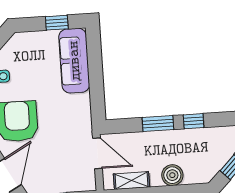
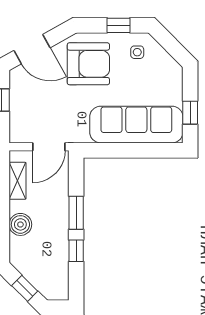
sofa: (74, 61) -> (136, 125), width x1.36, depth x1.27

